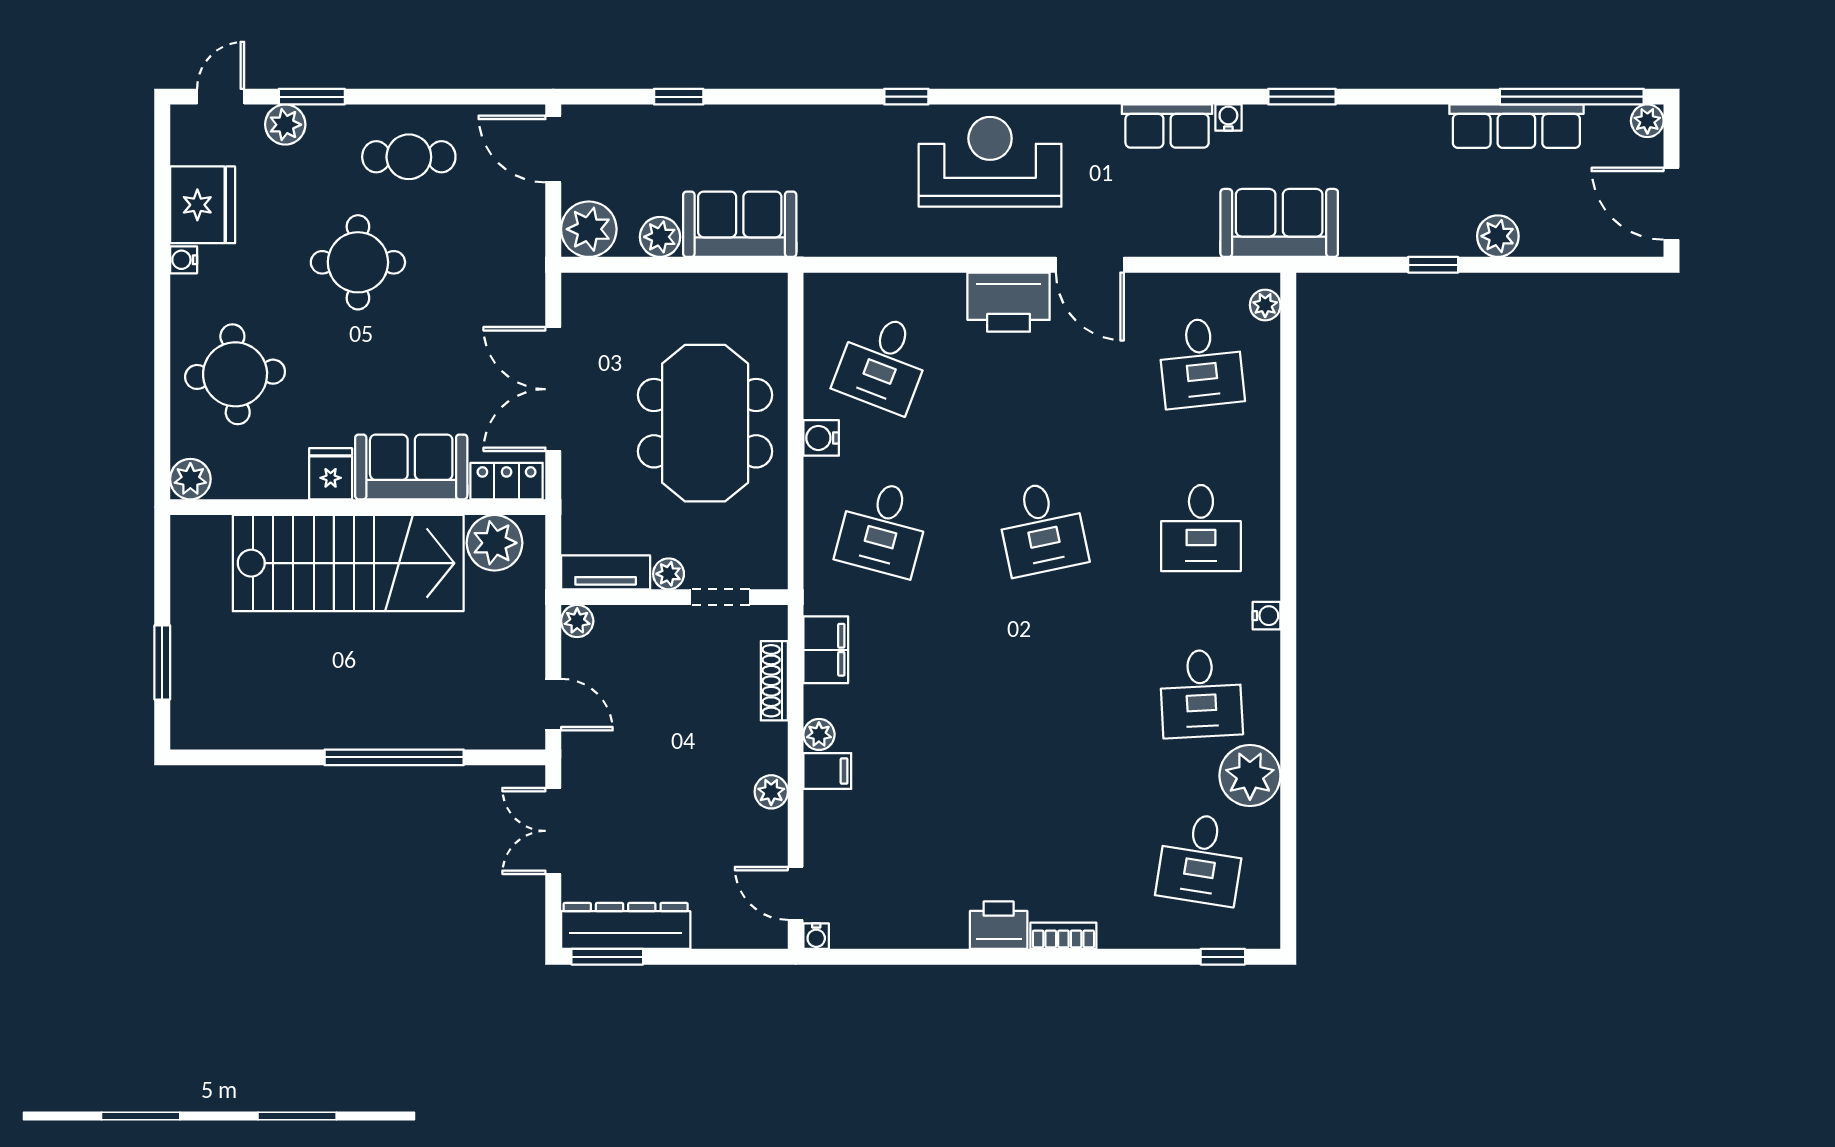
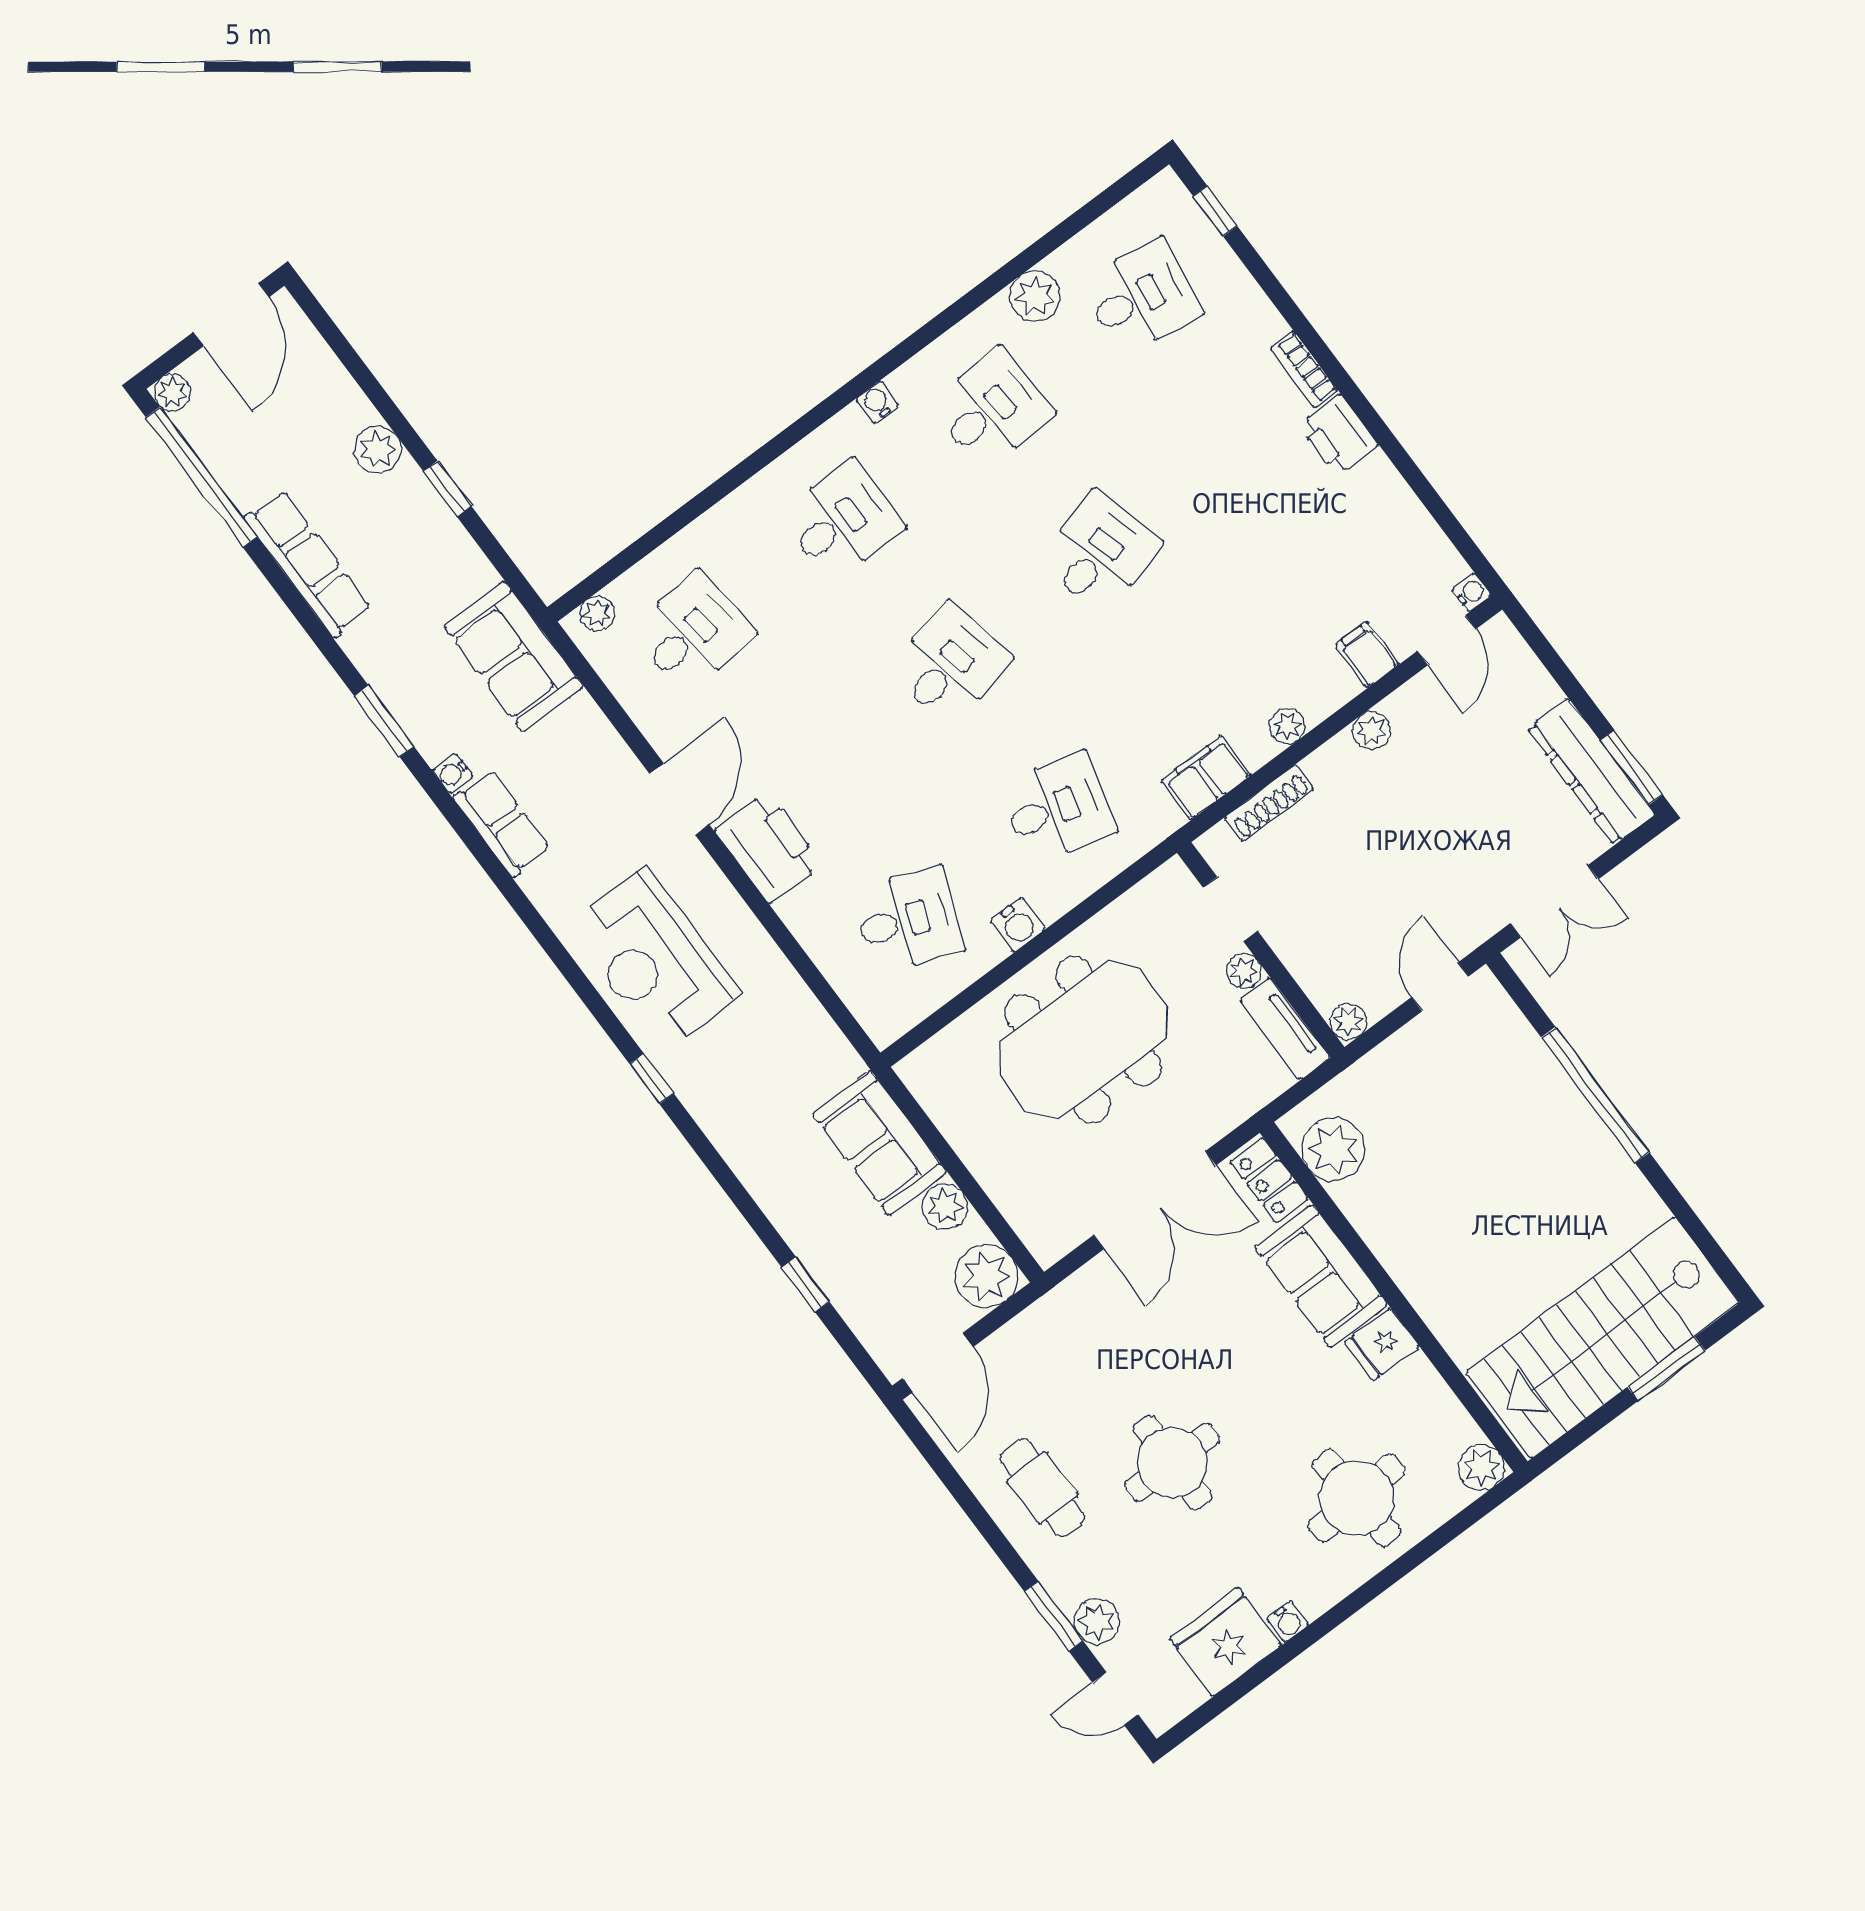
row of seats: (1516, 126) -> (308, 563), moved
stairs: (348, 563) -> (1603, 1337), moved, turned -90
desk: (1042, 693) -> (1099, 553), added
filing cabinet: (827, 771) -> (1367, 655), moved
plant: (1250, 776) -> (1035, 296), width x0.73, depth x0.73

